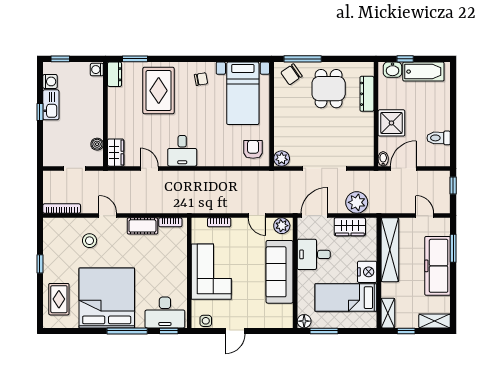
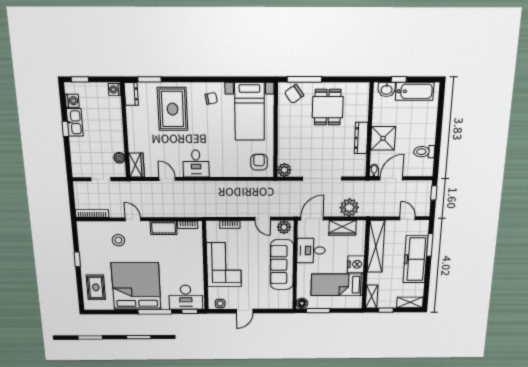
dresser: (367, 94) -> (361, 138), moved

